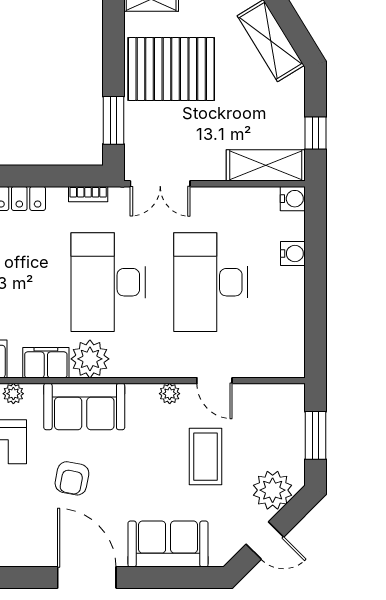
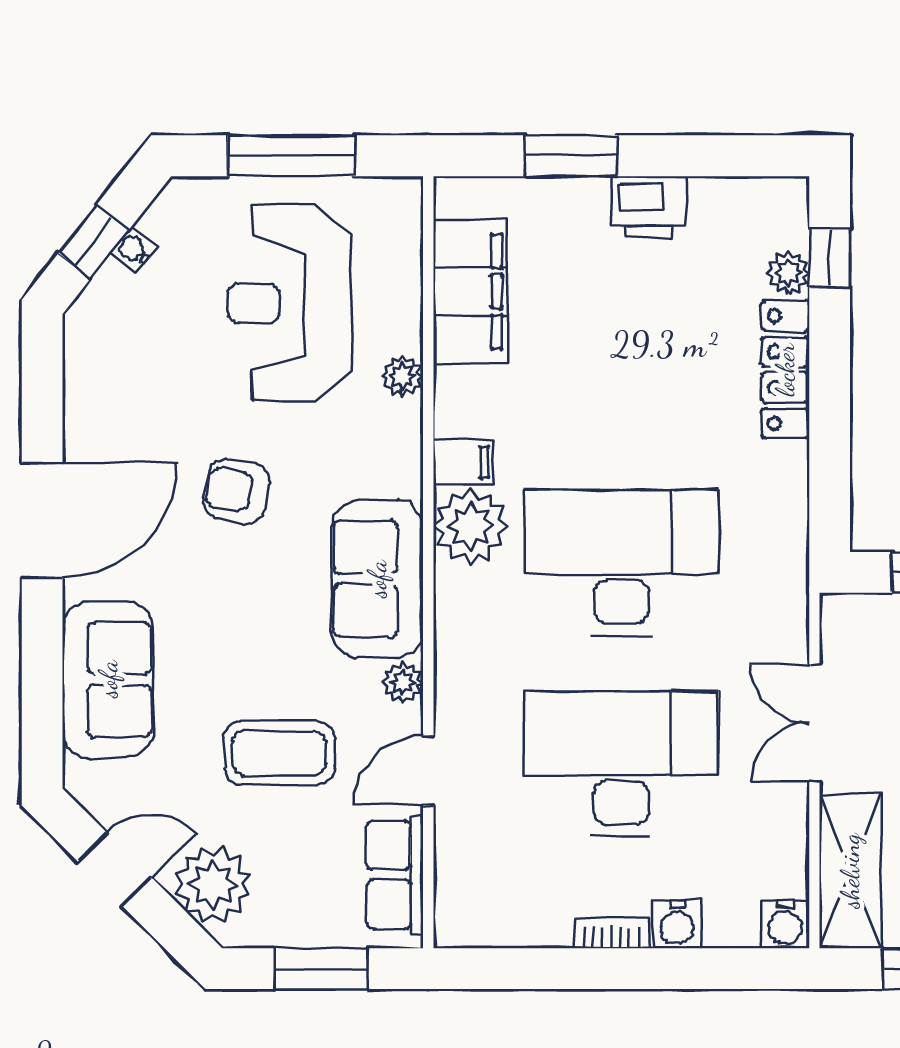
double door: (160, 184) -> (814, 723), moved
bookcase: (88, 194) -> (611, 933), moved, turned 90
filing cabinet: (46, 363) -> (463, 462), width x0.50
row of seats: (268, 398) -> (395, 875), added
sofa: (84, 407) -> (377, 579), moved
door: (265, 541) -> (114, 869), swing flipped

